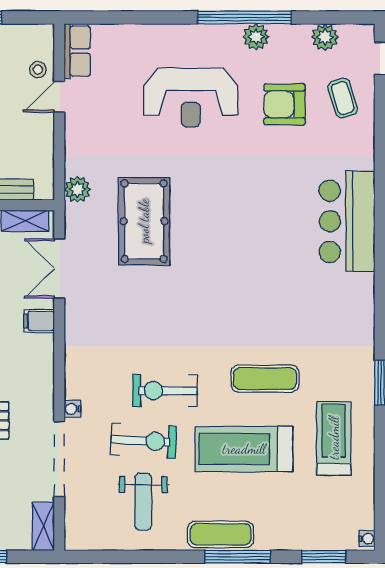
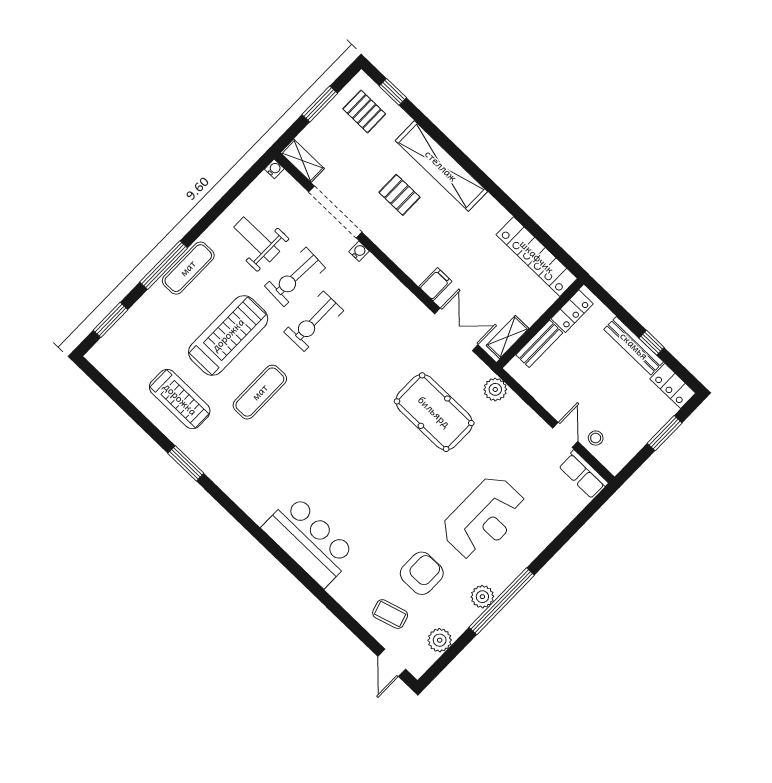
reception desk: (191, 97) -> (484, 518), turned 180
exercise bike: (165, 391) -> (314, 321), turned 180
water cooler: (367, 539) -> (274, 169), moved, turned 180

